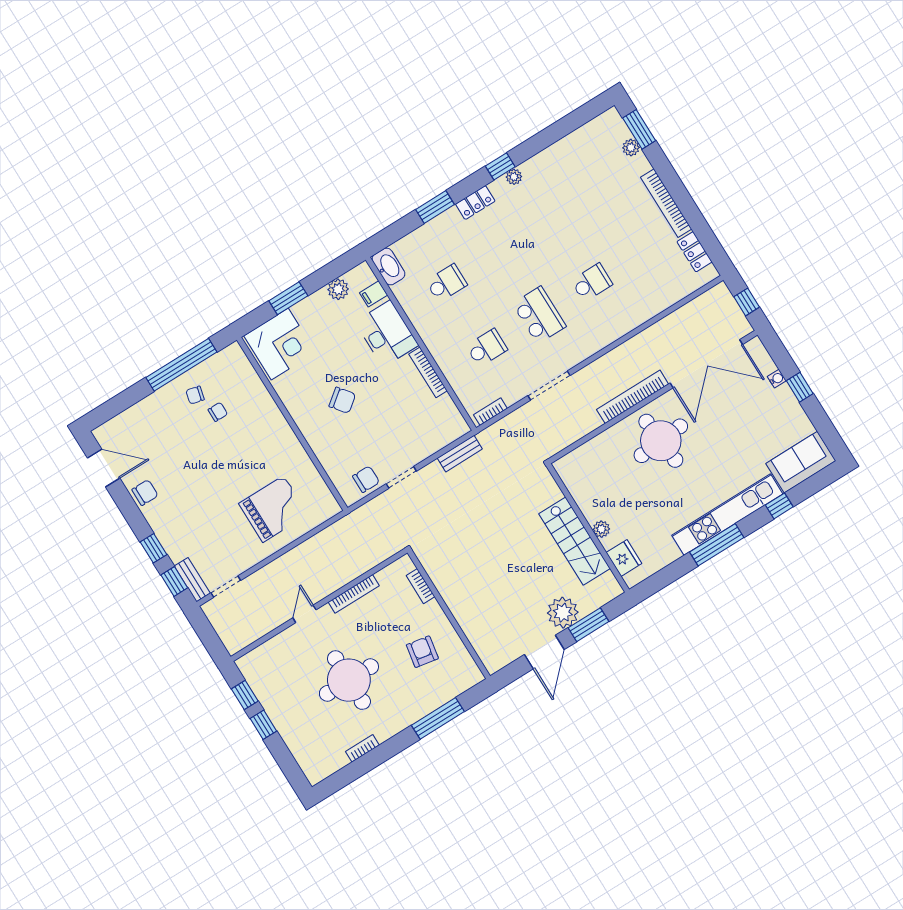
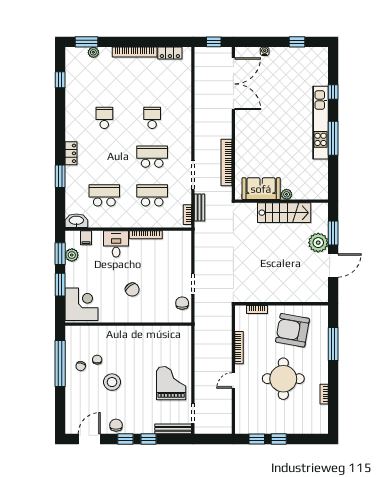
window: (500, 166) -> (60, 80), moved
plant: (514, 177) -> (70, 124), removed
school desk: (551, 218) -> (104, 118), added
window: (330, 272) -> (60, 254), added
school desk: (446, 283) -> (104, 195), width x1.85
desk: (387, 334) -> (116, 244), width x0.73
school desk: (487, 348) -> (152, 195), width x1.85
window: (800, 387) -> (297, 42), moved
bookcase: (633, 397) -> (227, 163), moved
chair: (342, 400) -> (132, 290), turned 90
round table: (661, 441) -> (259, 133), removed
stool: (200, 451) -> (112, 382), added
bench: (460, 454) -> (199, 207), moved
sofa: (801, 462) -> (261, 189), moved, turned 90
grand piano: (273, 509) -> (171, 383), moved
fridge: (624, 558) -> (309, 192), removed
bench: (192, 580) -> (173, 429), width x1.36
window: (174, 581) -> (125, 439), moved
door: (304, 614) -> (233, 380), hinge flipped
armchair: (422, 652) -> (292, 330), width x1.88, depth x1.88
door: (544, 652) -> (333, 265), hinge flipped

